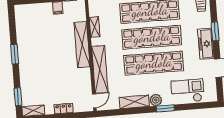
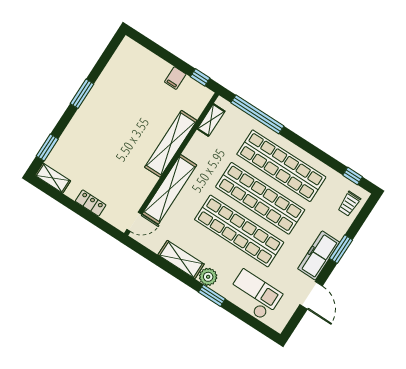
shelving: (95, 27) -> (211, 120), moved

